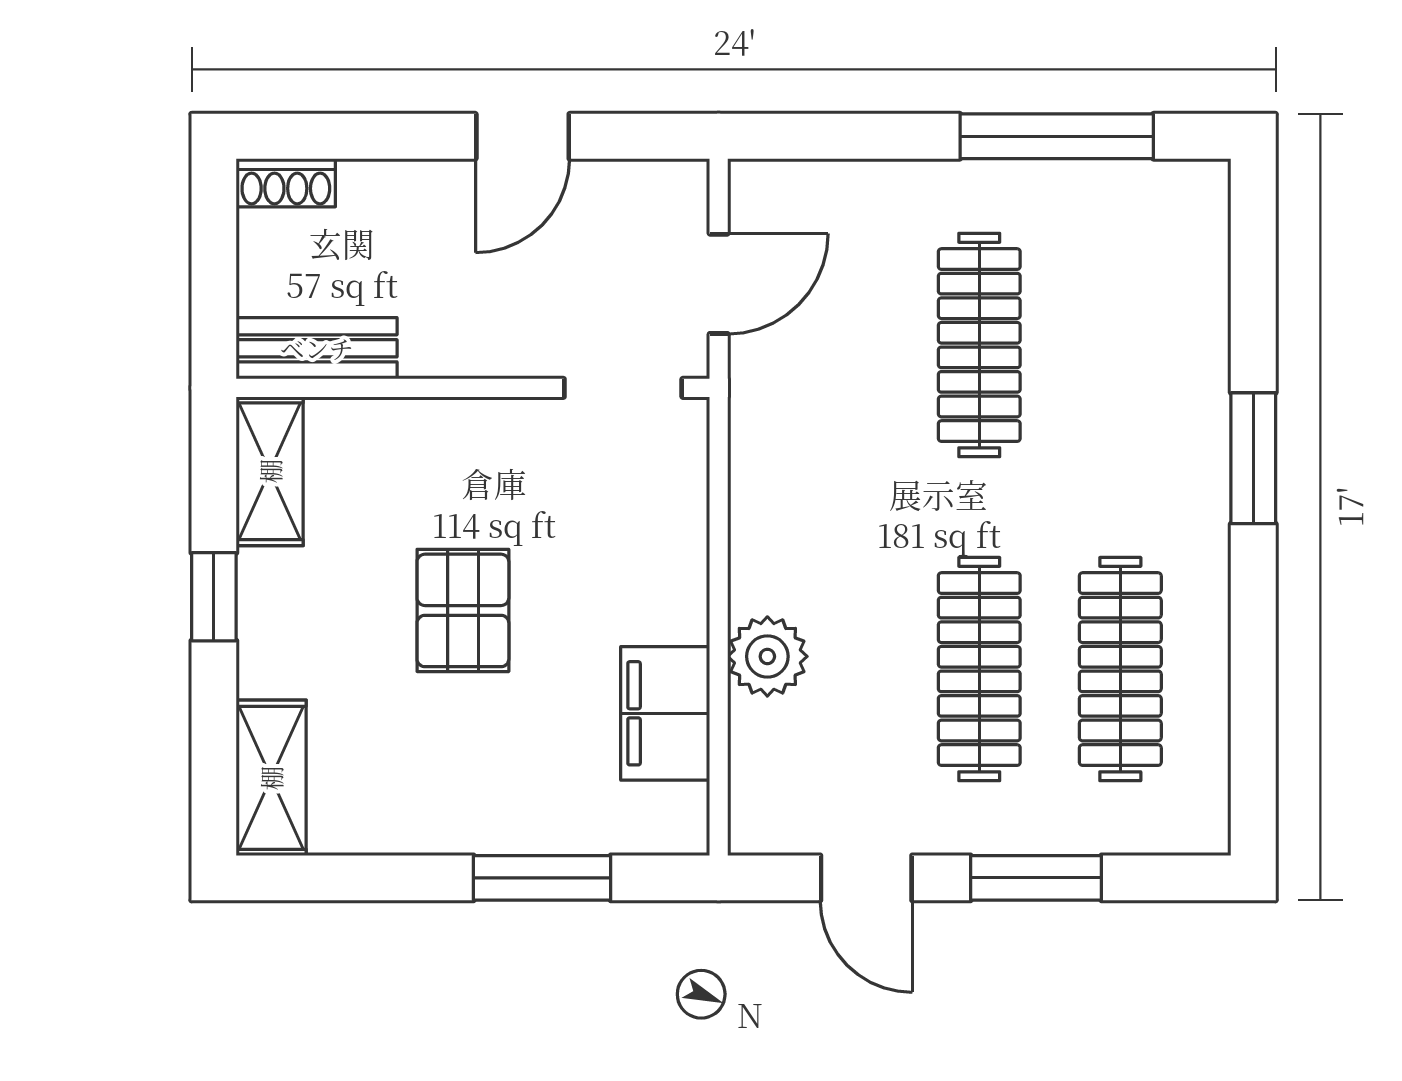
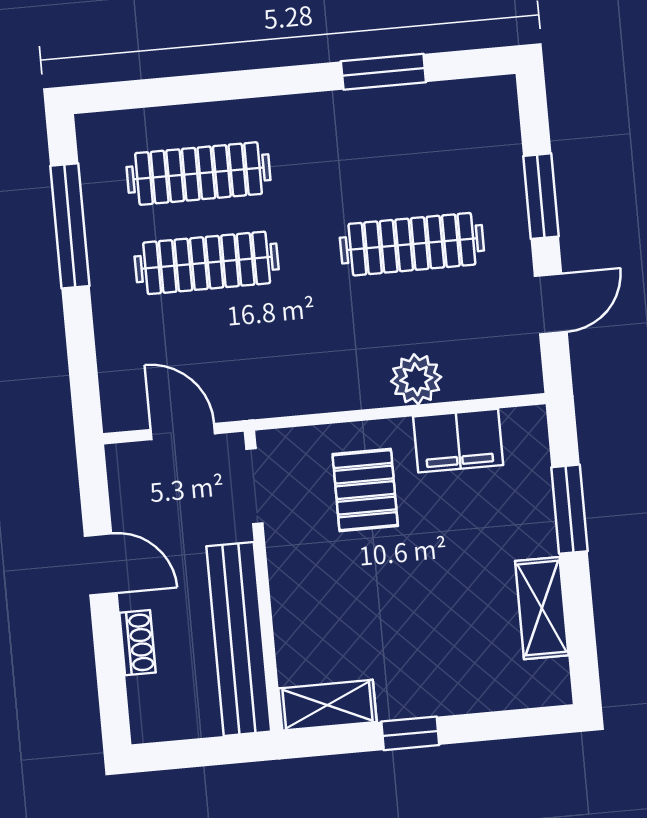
shoe rack: (286, 183) -> (137, 643), moved
bench: (317, 348) -> (239, 639), width x1.86, depth x1.21
window: (1253, 458) -> (383, 72), moved
pallet: (463, 610) -> (365, 490), moved, turned 90
clothes rail: (1120, 669) -> (199, 174), moved
shelving: (271, 778) -> (542, 608), moved, turned 90

